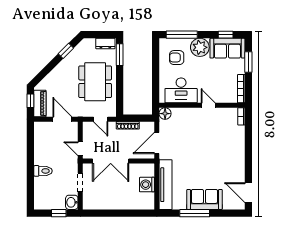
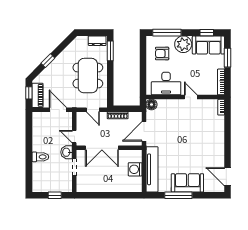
window: (66, 51) -> (48, 61), moved
washbasin: (72, 202) -> (67, 152), moved

